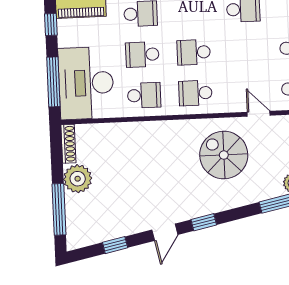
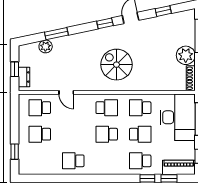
school desk: (194, 52) -> (107, 134), turned 180
spiral stairs: (224, 155) -> (116, 65), moved, turned 180

